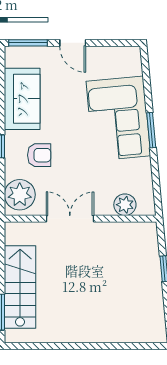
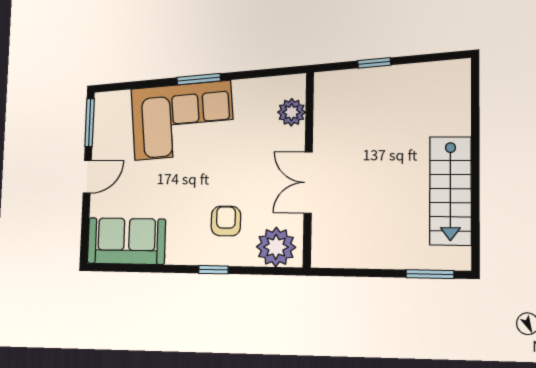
window: (28, 43) -> (90, 122), moved
sofa: (22, 99) -> (126, 241), moved
stairs: (20, 287) -> (450, 191), moved, turned -90

